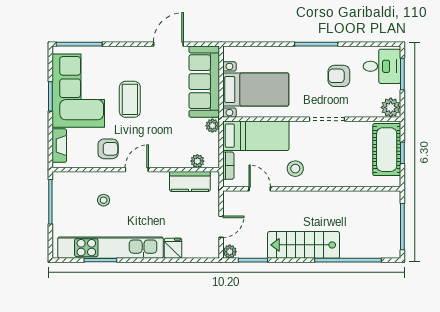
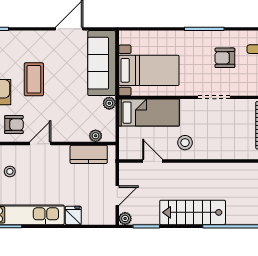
bookcase: (228, 166) -> (124, 140), removed

